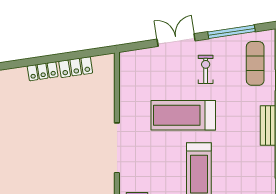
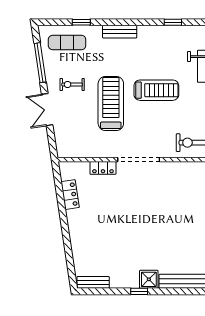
locker: (43, 71) -> (103, 168), moved, turned 99
treadmill: (183, 115) -> (111, 103), turned 180

